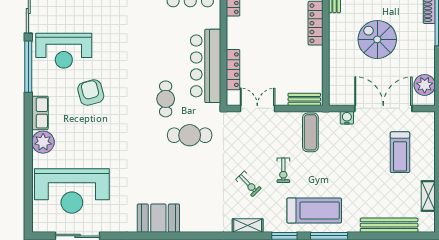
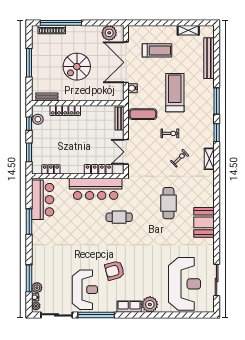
cafe table: (190, 135) -> (168, 203), moved
treadmill: (314, 210) -> (175, 93), moved

